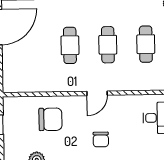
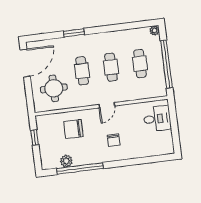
round table: (31, 64) -> (54, 88), added
chair: (50, 119) -> (73, 129), turned 180

